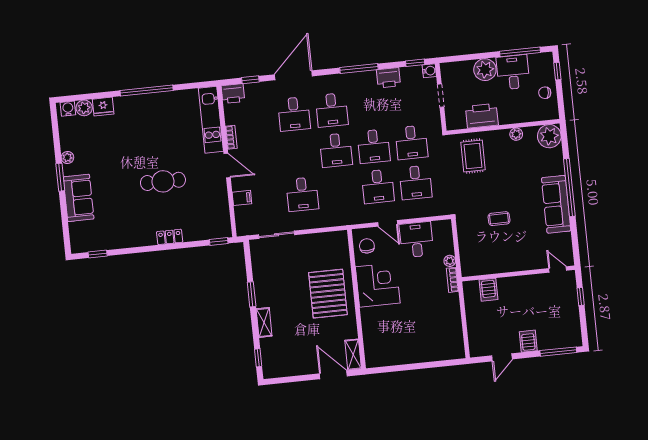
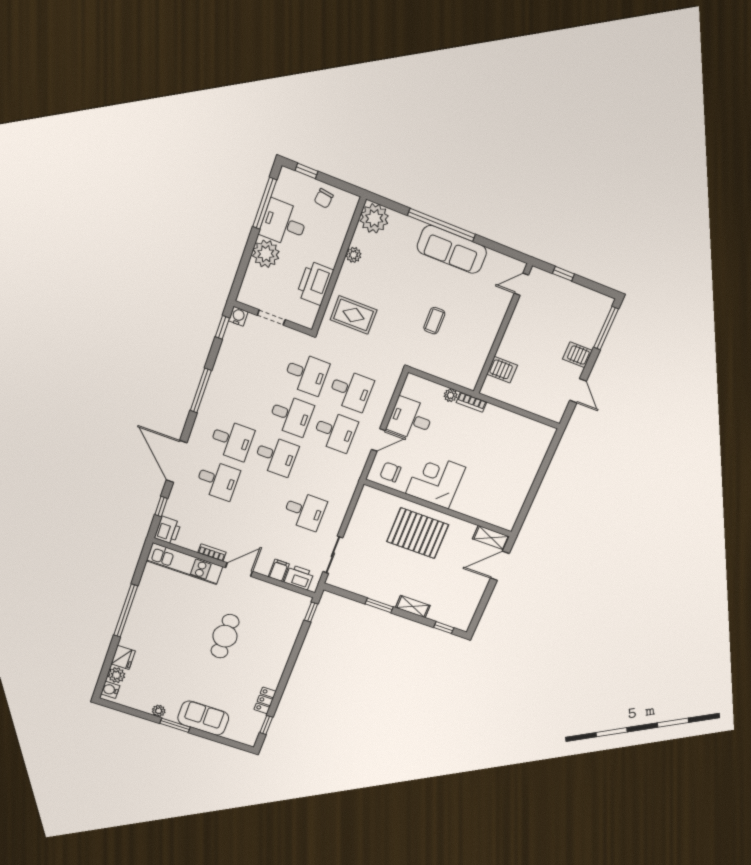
printer: (388, 78) -> (299, 577), moved, turned -90
locker: (170, 237) -> (265, 700), moved

